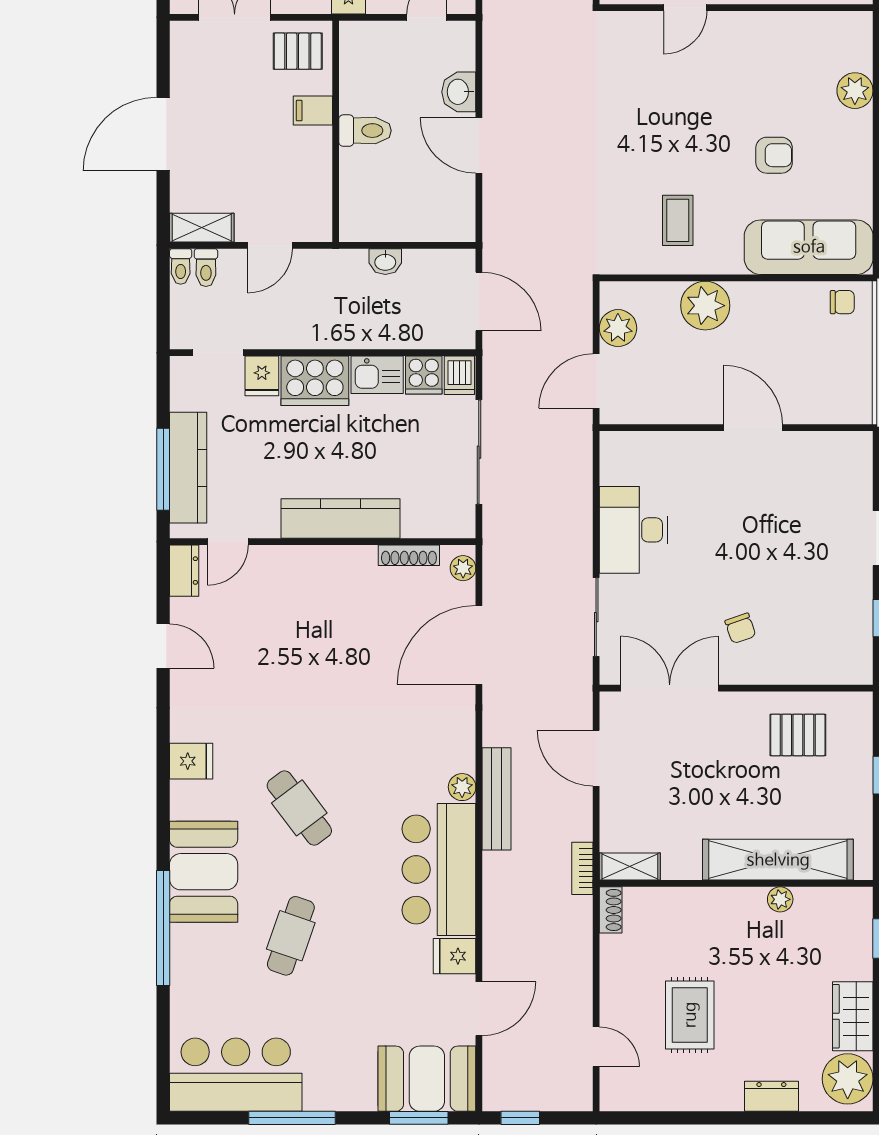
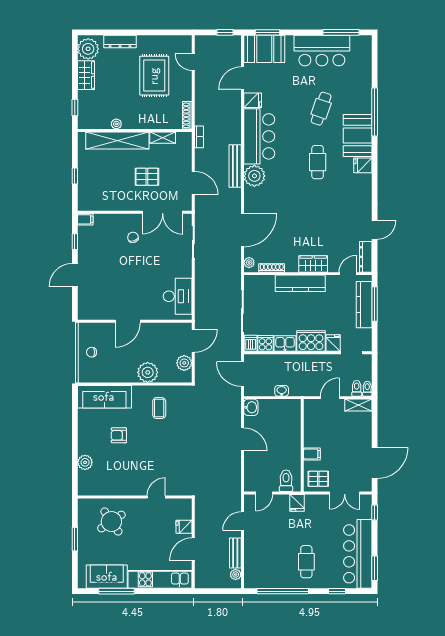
washbasin: (459, 92) -> (251, 407), moved
toilet: (365, 131) -> (286, 481), moved, turned 90
door: (163, 134) -> (375, 463), moved
chair: (842, 302) -> (92, 352), moved
door: (753, 428) -> (128, 321), hinge flipped
desk: (634, 530) -> (178, 296), moved
wardrobe: (310, 565) -> (313, 264), added
dresser: (184, 571) -> (366, 257), width x1.44
door: (163, 646) -> (375, 230), swing flipped
filing cabinet: (855, 671) -> (85, 219), added
pallet: (798, 735) -> (147, 177), moved
fridge: (191, 761) -> (363, 165), moved
plant: (462, 787) -> (254, 176), width x1.88, depth x1.88
cafe table: (299, 808) -> (318, 162), turned 37
shelving: (630, 867) -> (163, 138), moved
shoe rack: (611, 910) -> (187, 115), width x1.43
rug: (690, 1015) -> (154, 76), width x1.36, depth x1.43
bar counter: (236, 1075) -> (322, 51), moved
dresser: (771, 1096) -> (120, 42), width x1.44
window: (292, 1118) -> (341, 32), moved

